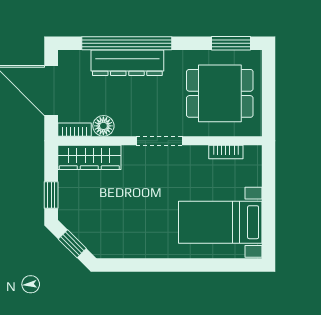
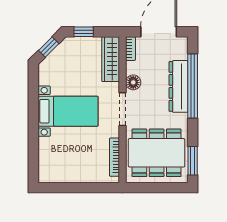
dining table: (220, 93) -> (157, 153), width x1.38
floor lamp: (103, 126) -> (133, 82), moved
bookcase: (226, 152) -> (114, 157), width x1.56
bed with nightstands: (220, 222) -> (68, 111), moved, turned 90

